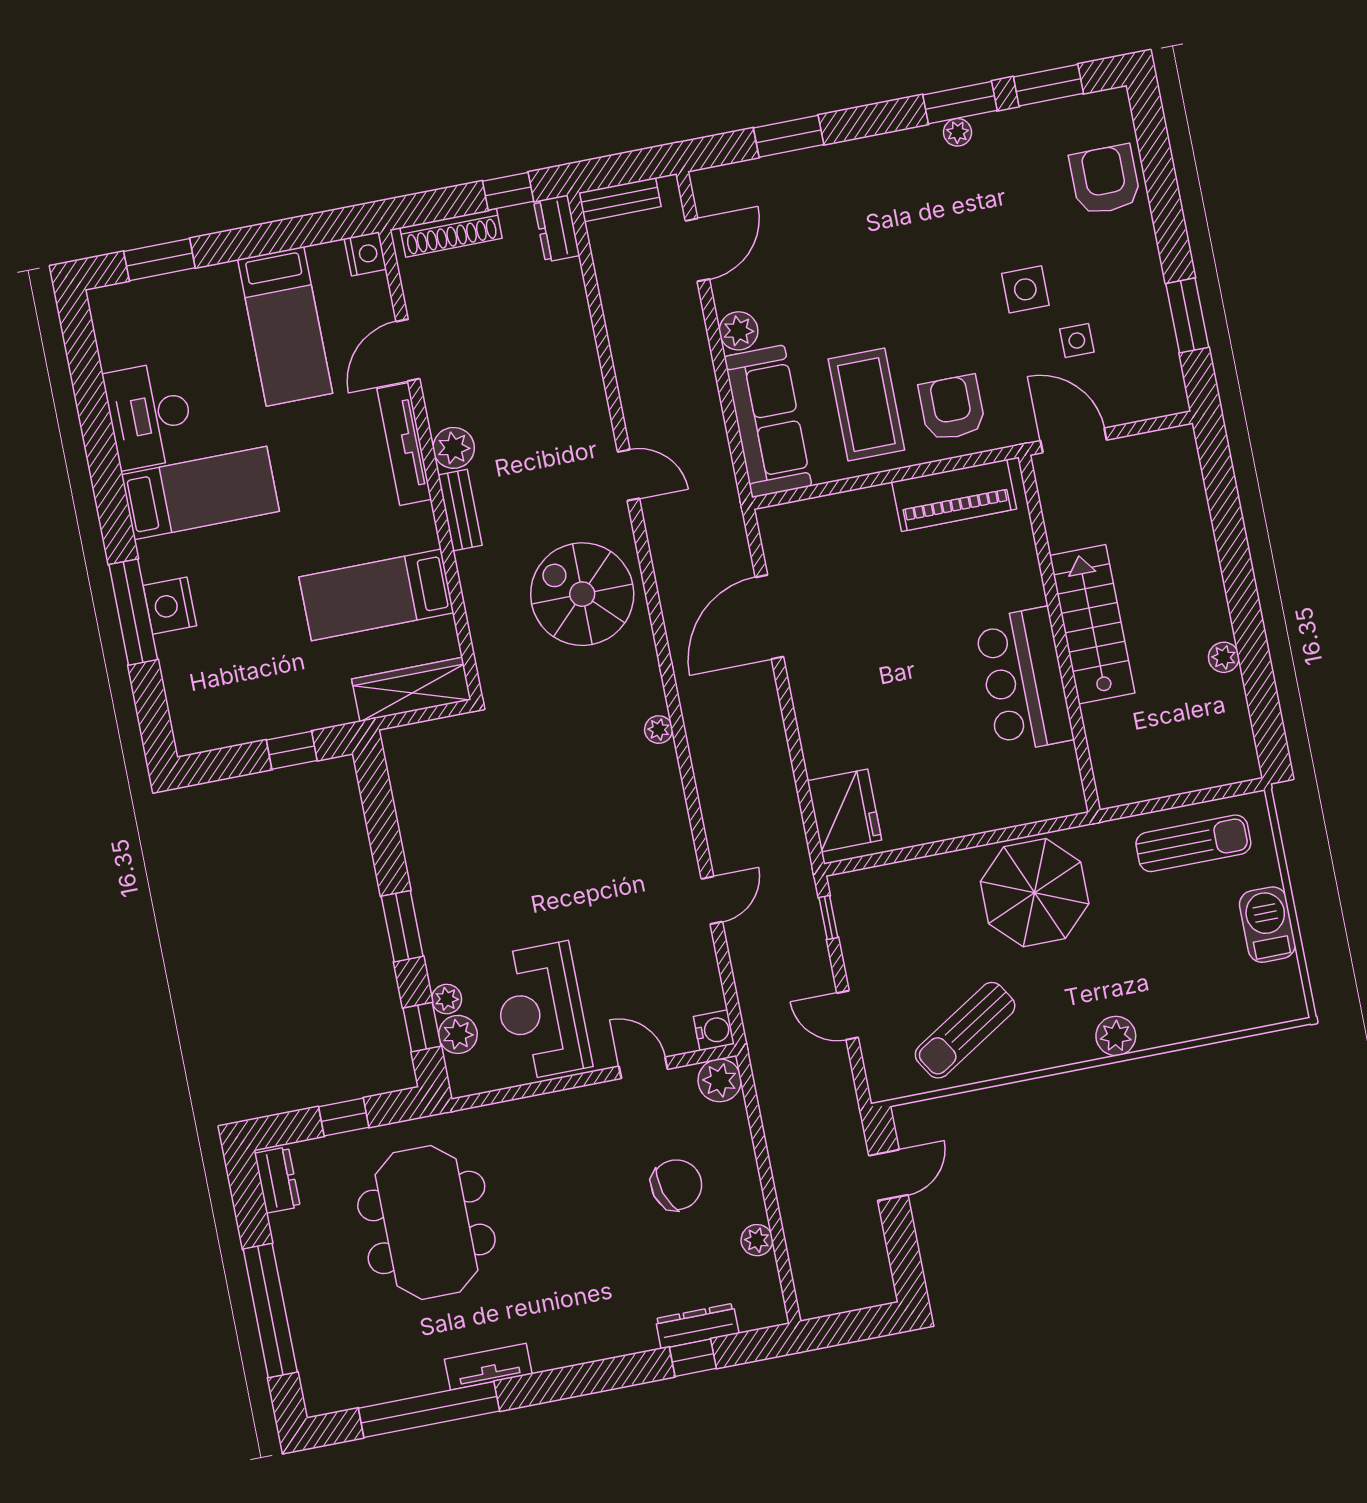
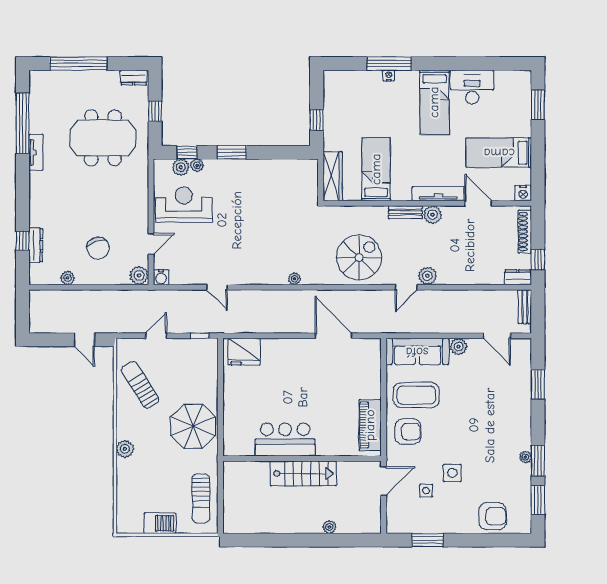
plant: (593, 432) -> (427, 276), added
nightstand: (170, 606) -> (389, 75), width x0.53, depth x0.56
plant: (1224, 657) -> (329, 527), moved

